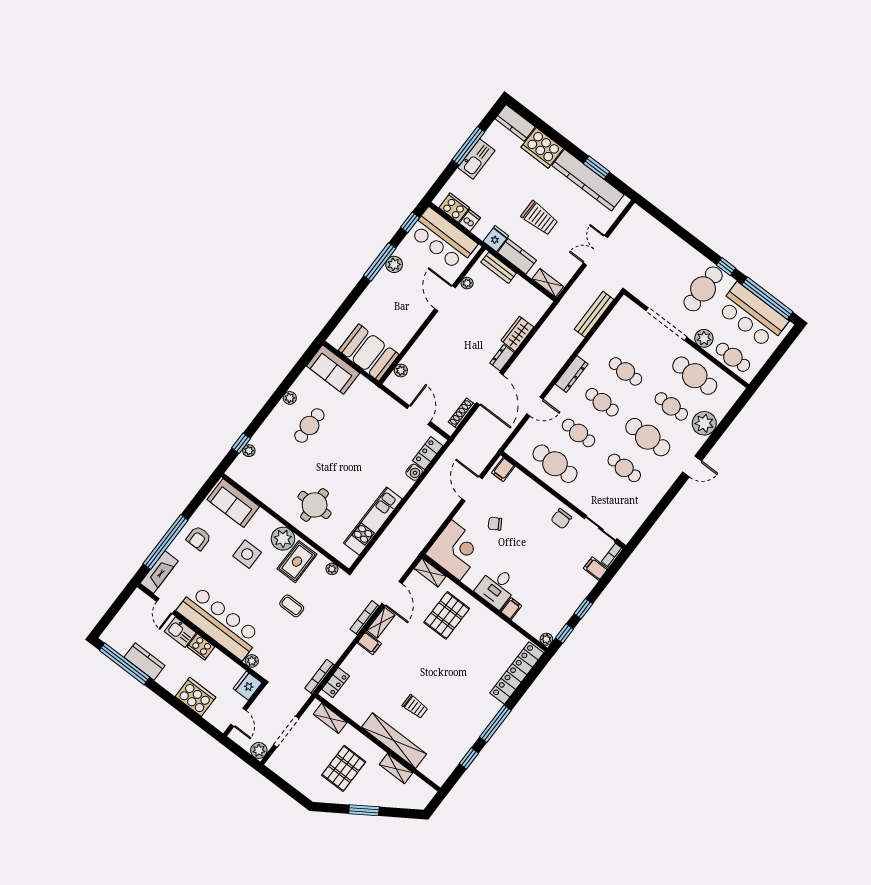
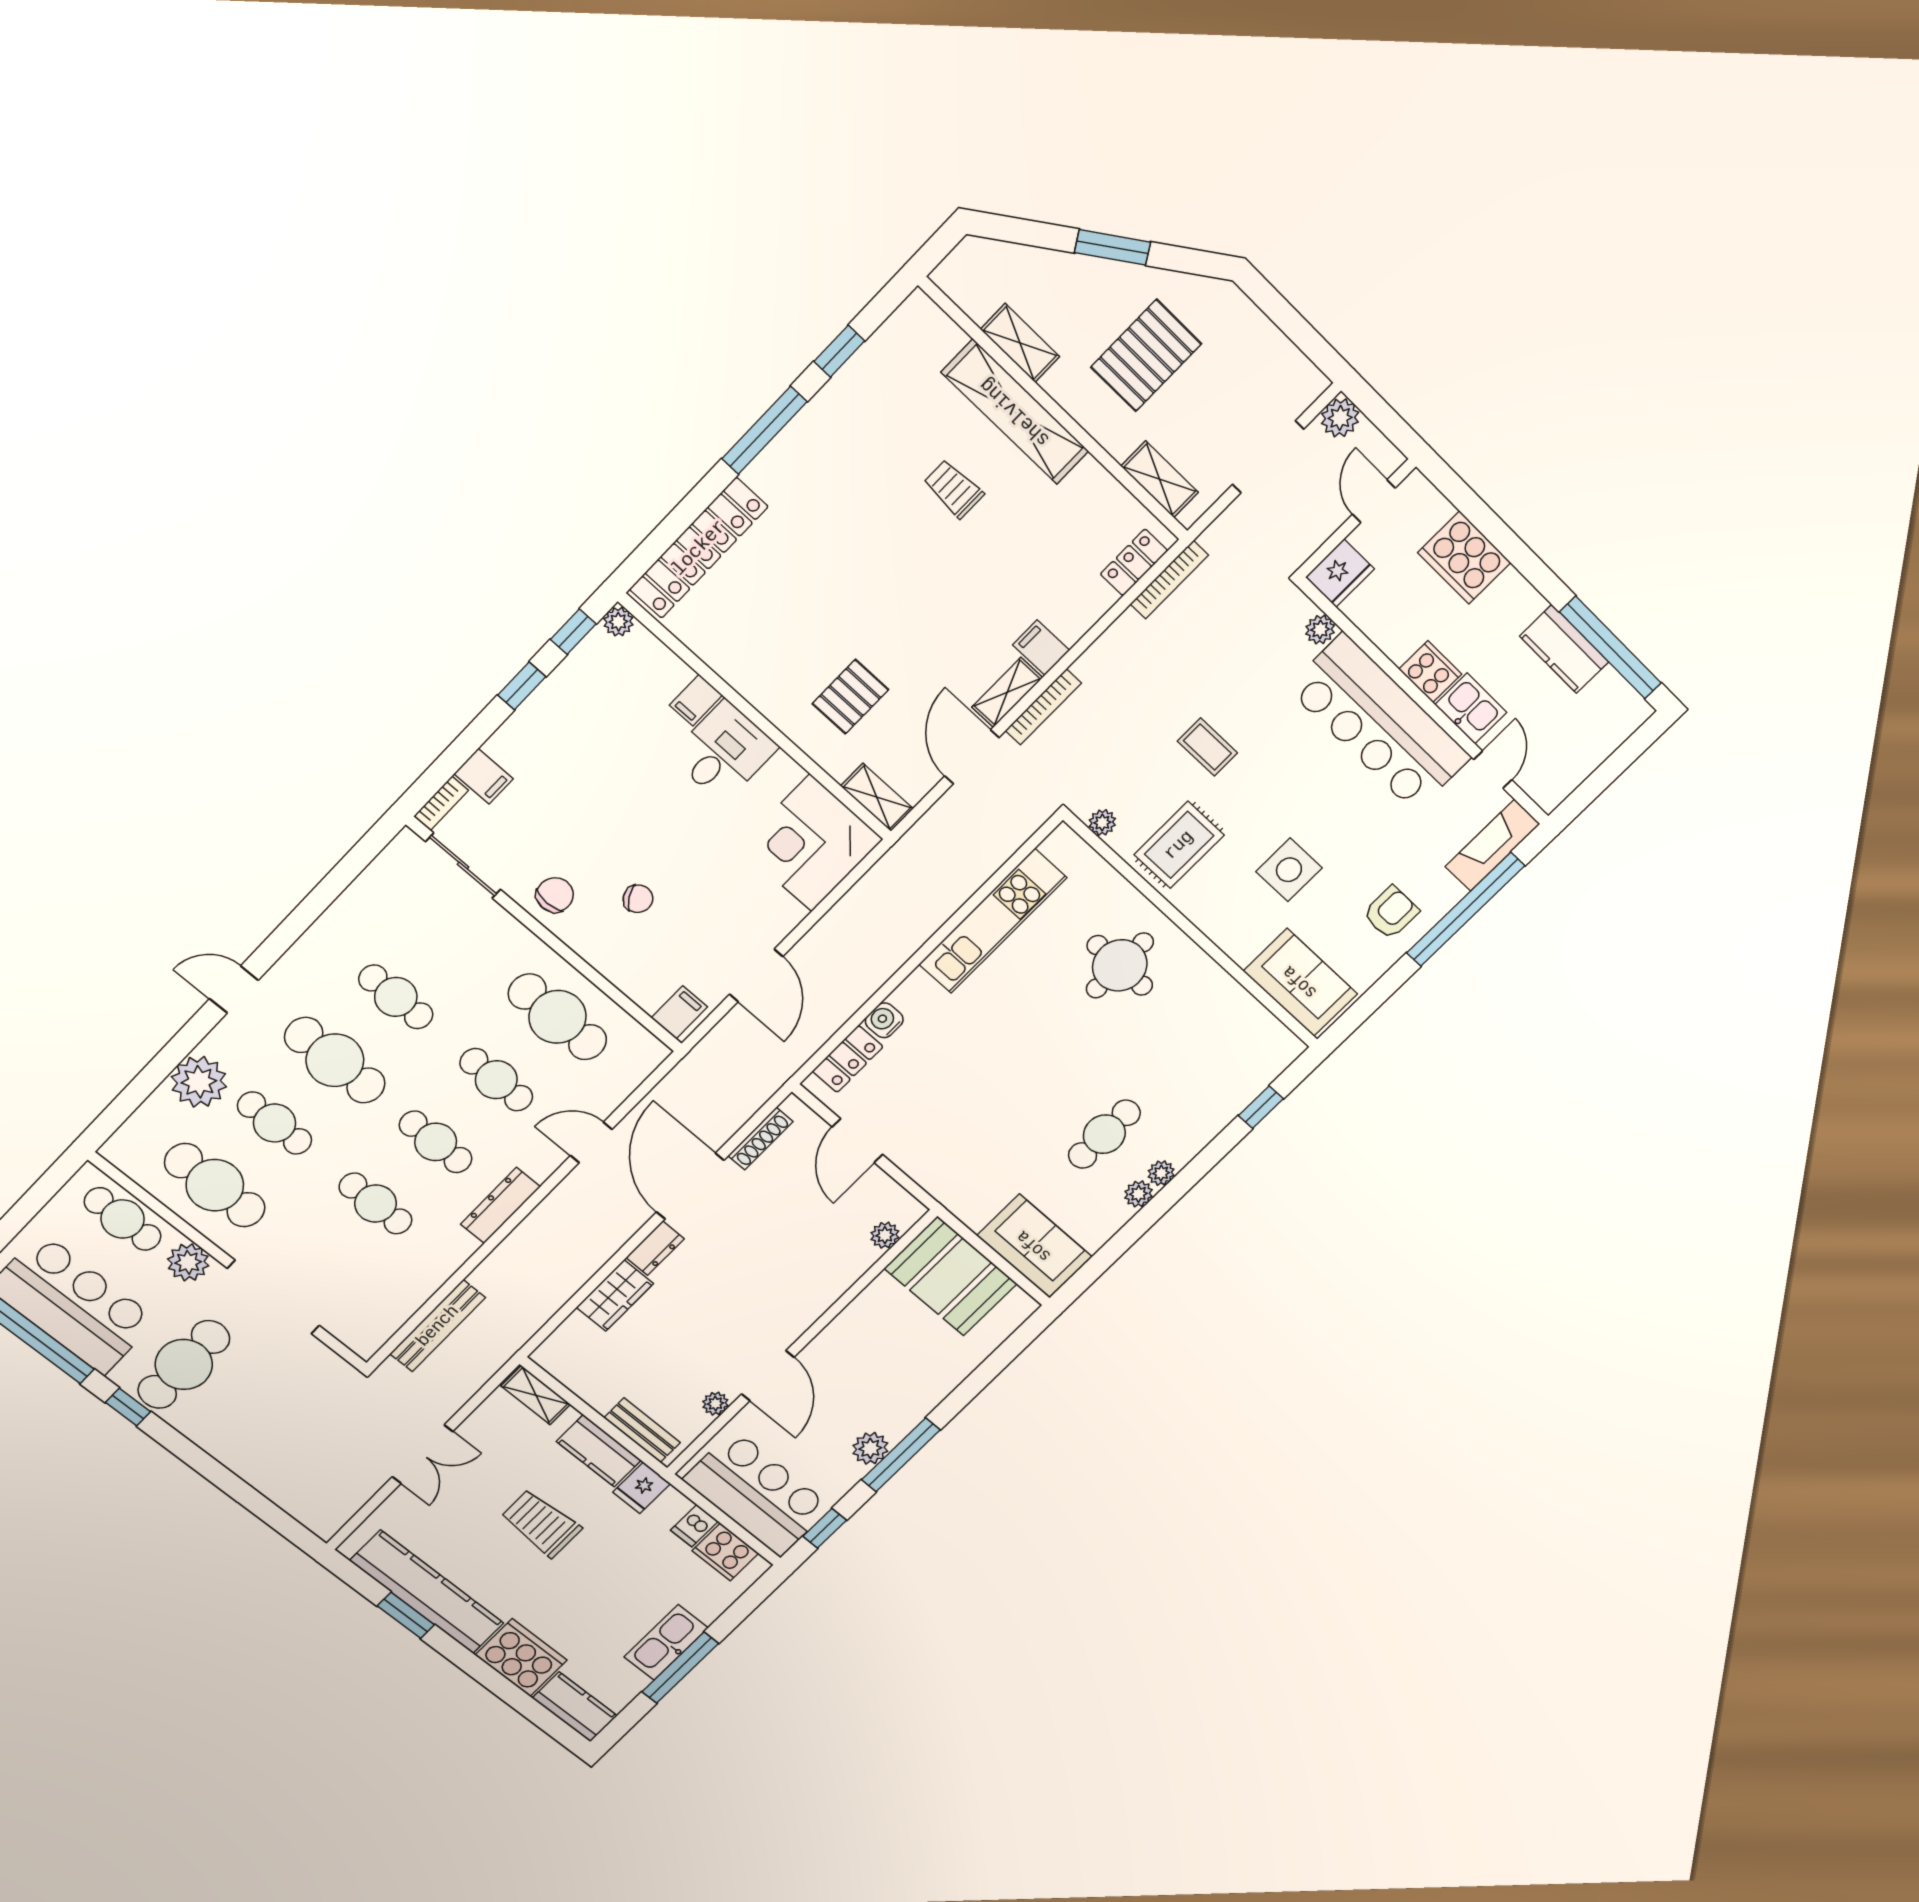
plant: (249, 451) -> (1161, 1173), moved
chair: (495, 524) -> (638, 899), moved
plant: (283, 539) -> (1203, 897), removed
pallet: (447, 615) -> (850, 697), width x0.67, depth x0.71

